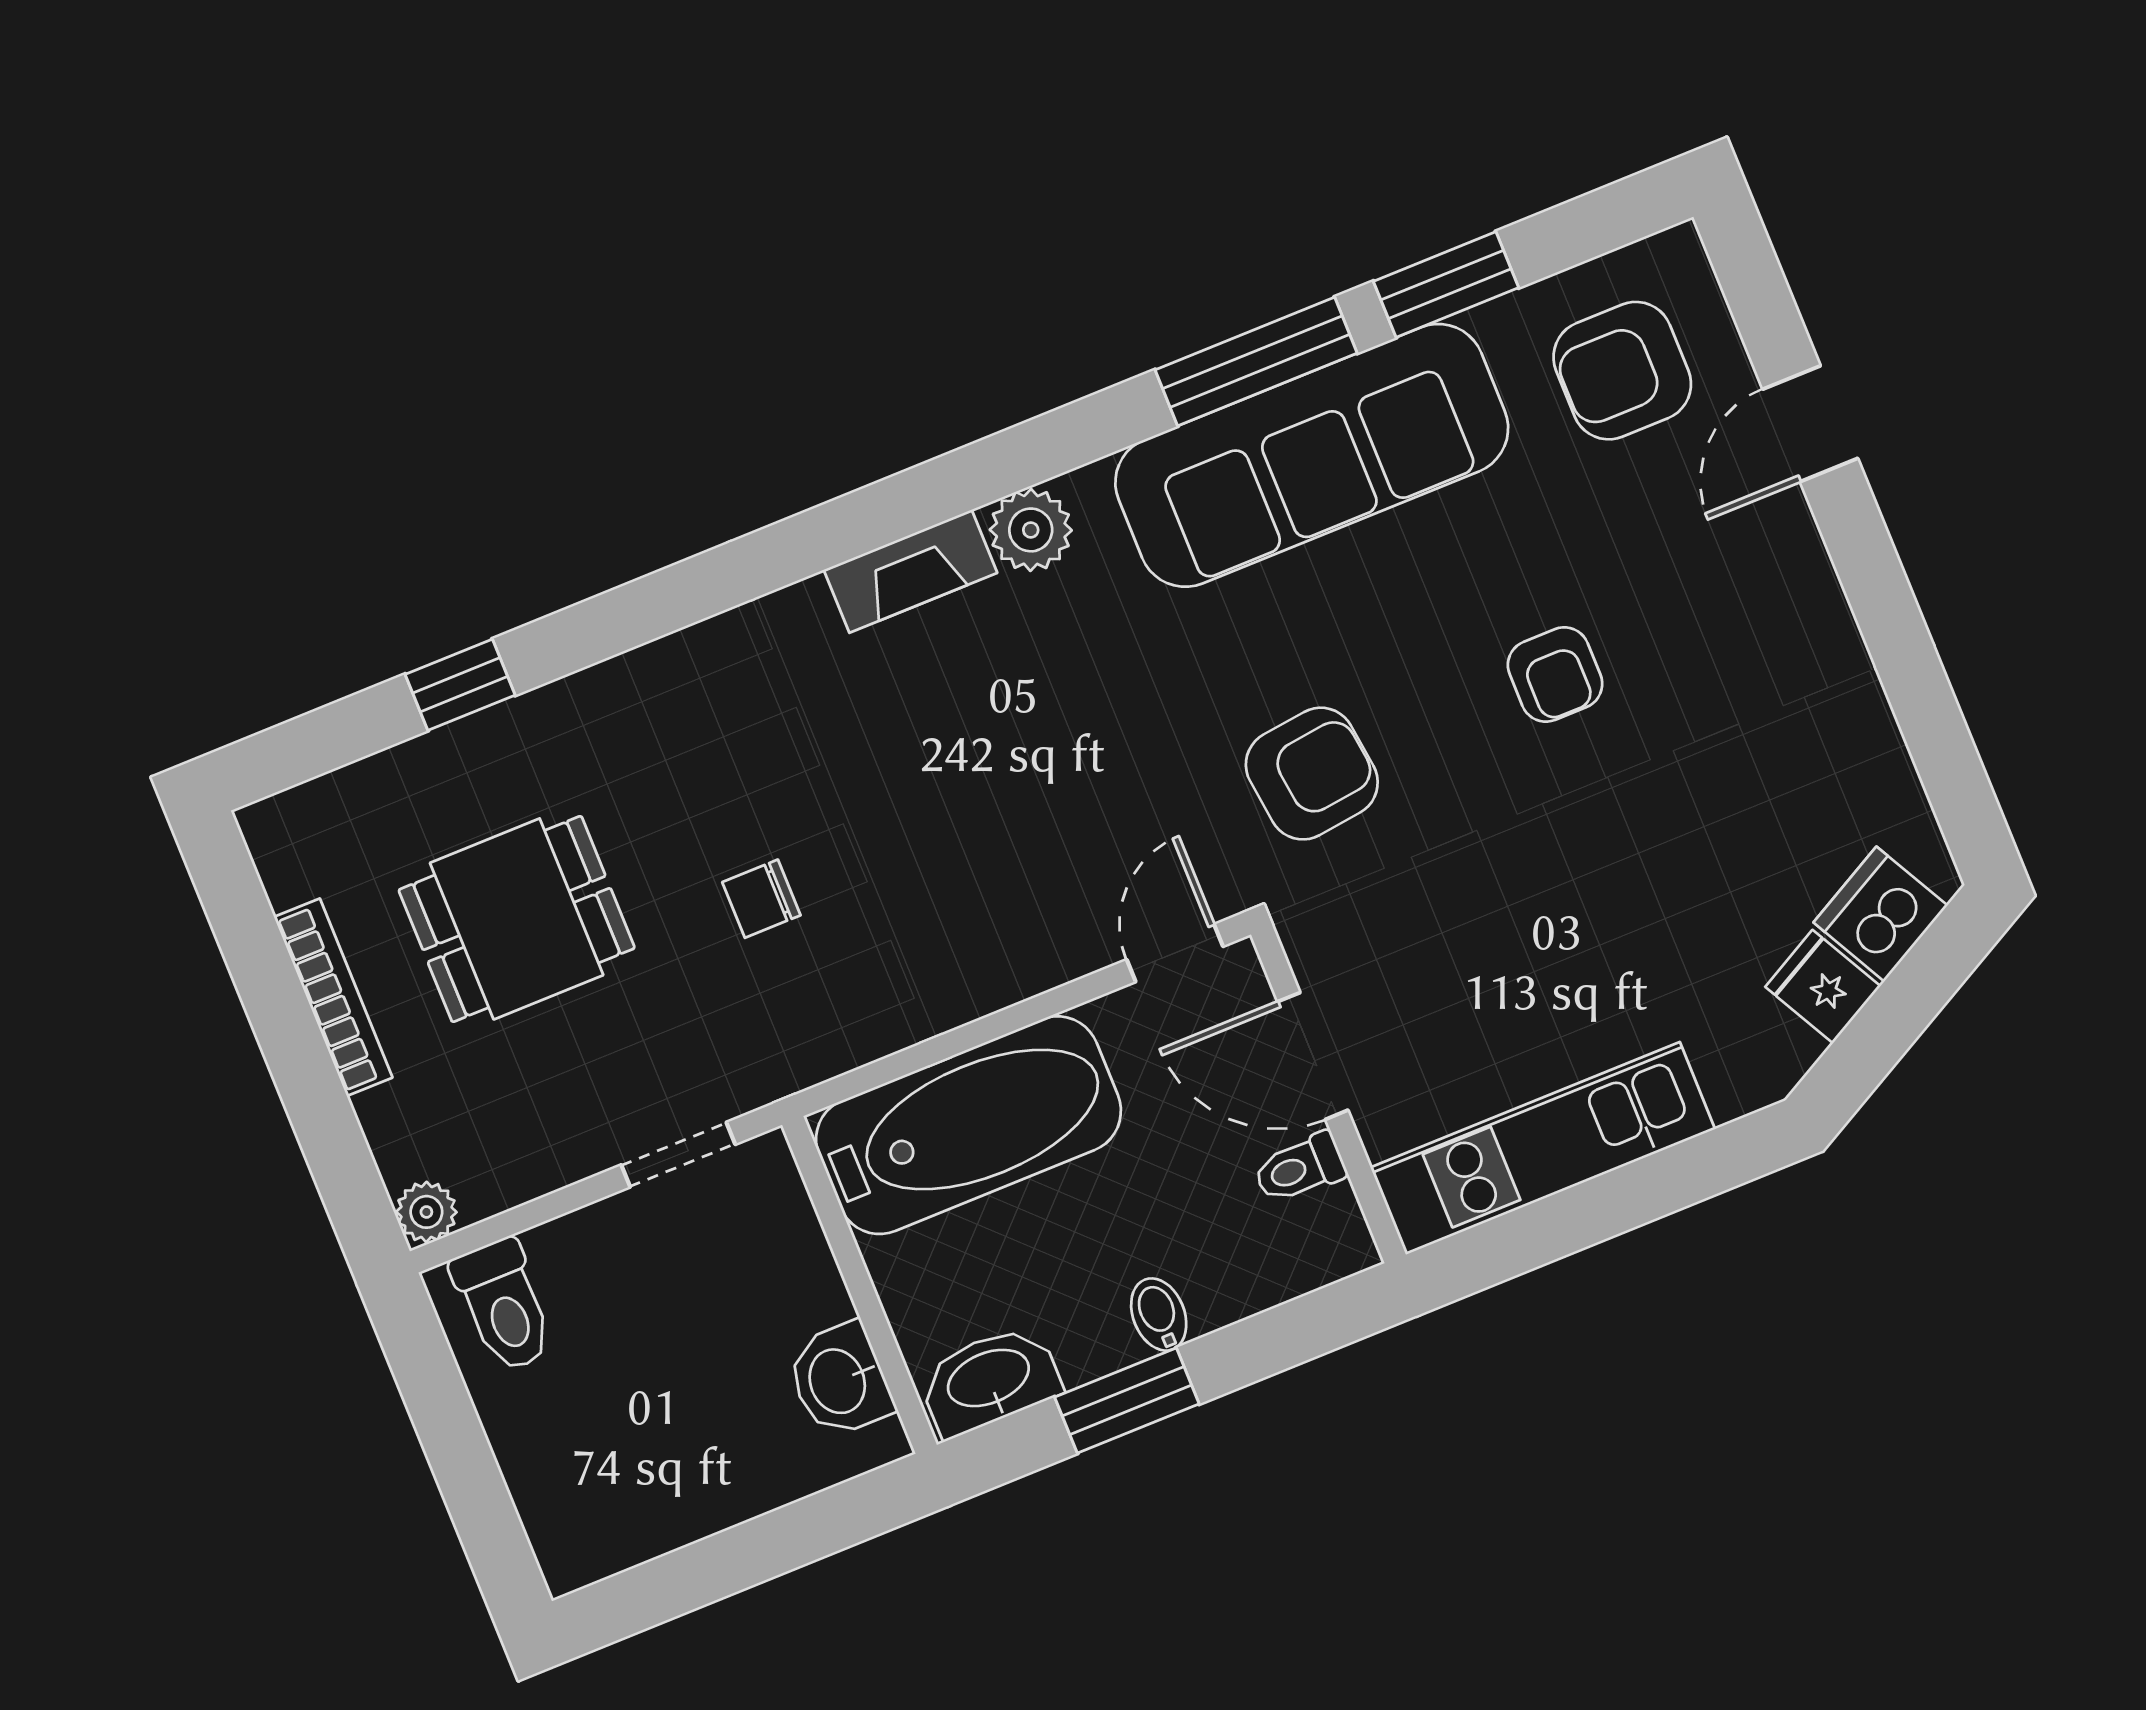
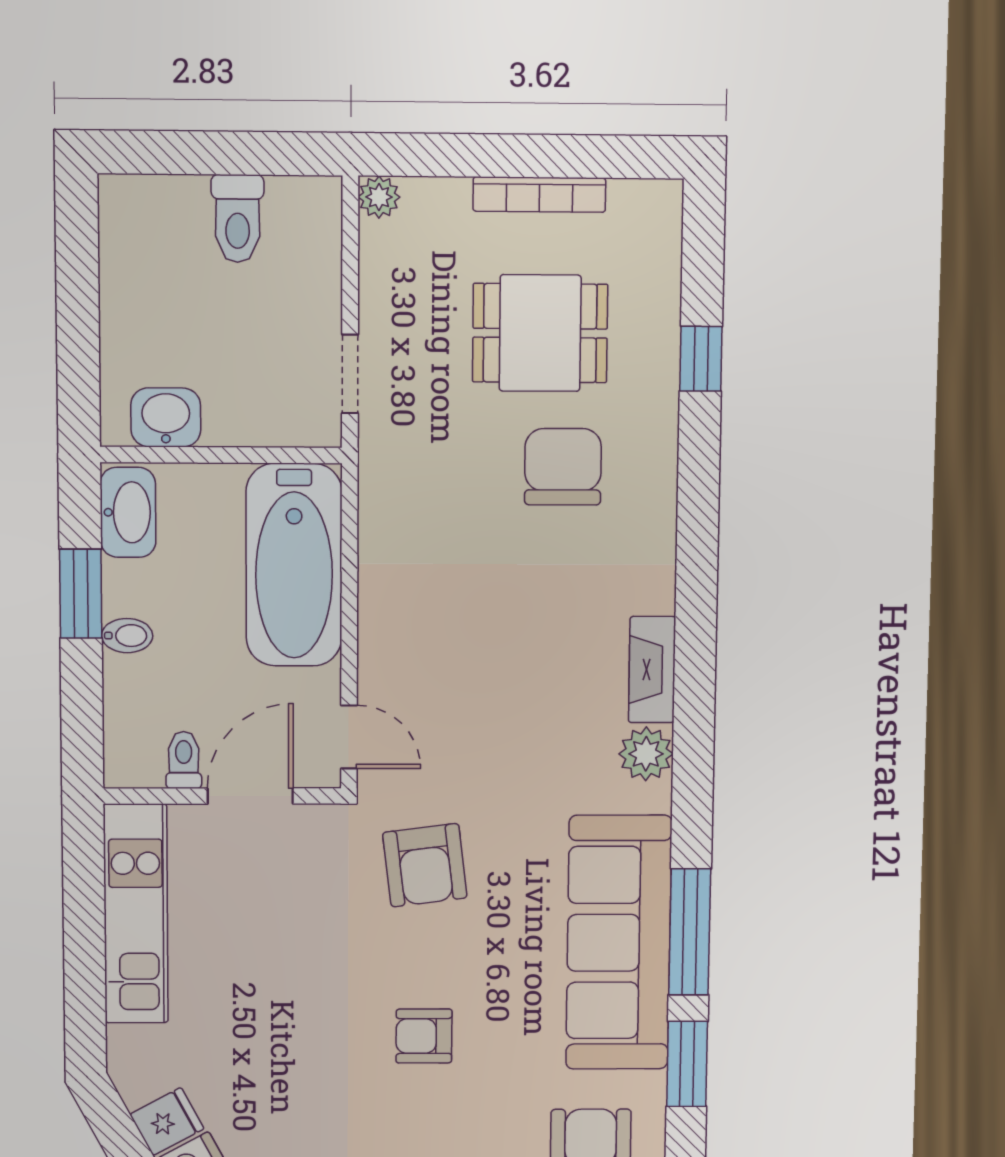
chair: (761, 899) -> (563, 467), moved, width x1.87, depth x1.87
dining table: (517, 919) -> (540, 333), turned 90
toilet: (504, 1305) -> (238, 219), moved, turned -90

